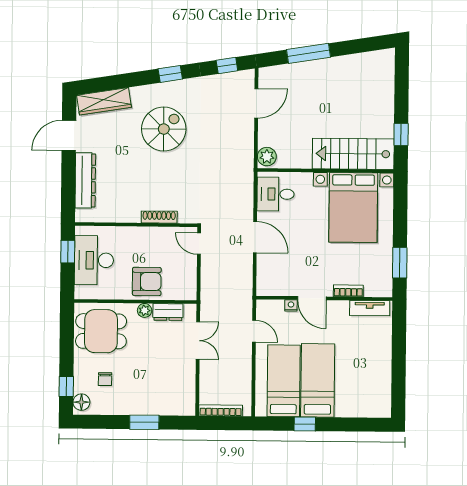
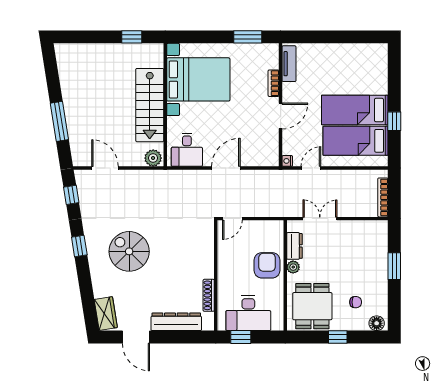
wardrobe: (104, 101) -> (106, 313), width x0.67
stairs: (353, 154) -> (150, 105), moved
shoe rack: (159, 217) -> (209, 295), moved
nightstand: (291, 305) -> (287, 161), moved
window: (66, 386) -> (338, 337), moved

